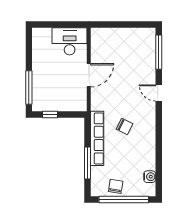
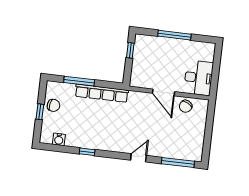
window: (29, 88) -> (174, 35), moved
chair: (125, 126) -> (186, 106), moved
window: (159, 146) -> (87, 152), added
window: (124, 199) -> (40, 112), width x0.32

